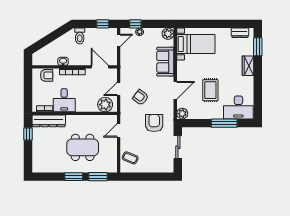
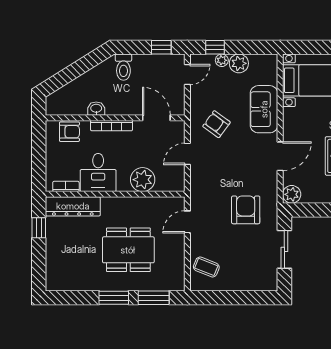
plant: (168, 34) -> (239, 63), moved
armchair: (141, 97) -> (216, 124), moved
plant: (105, 105) -> (143, 180), moved

